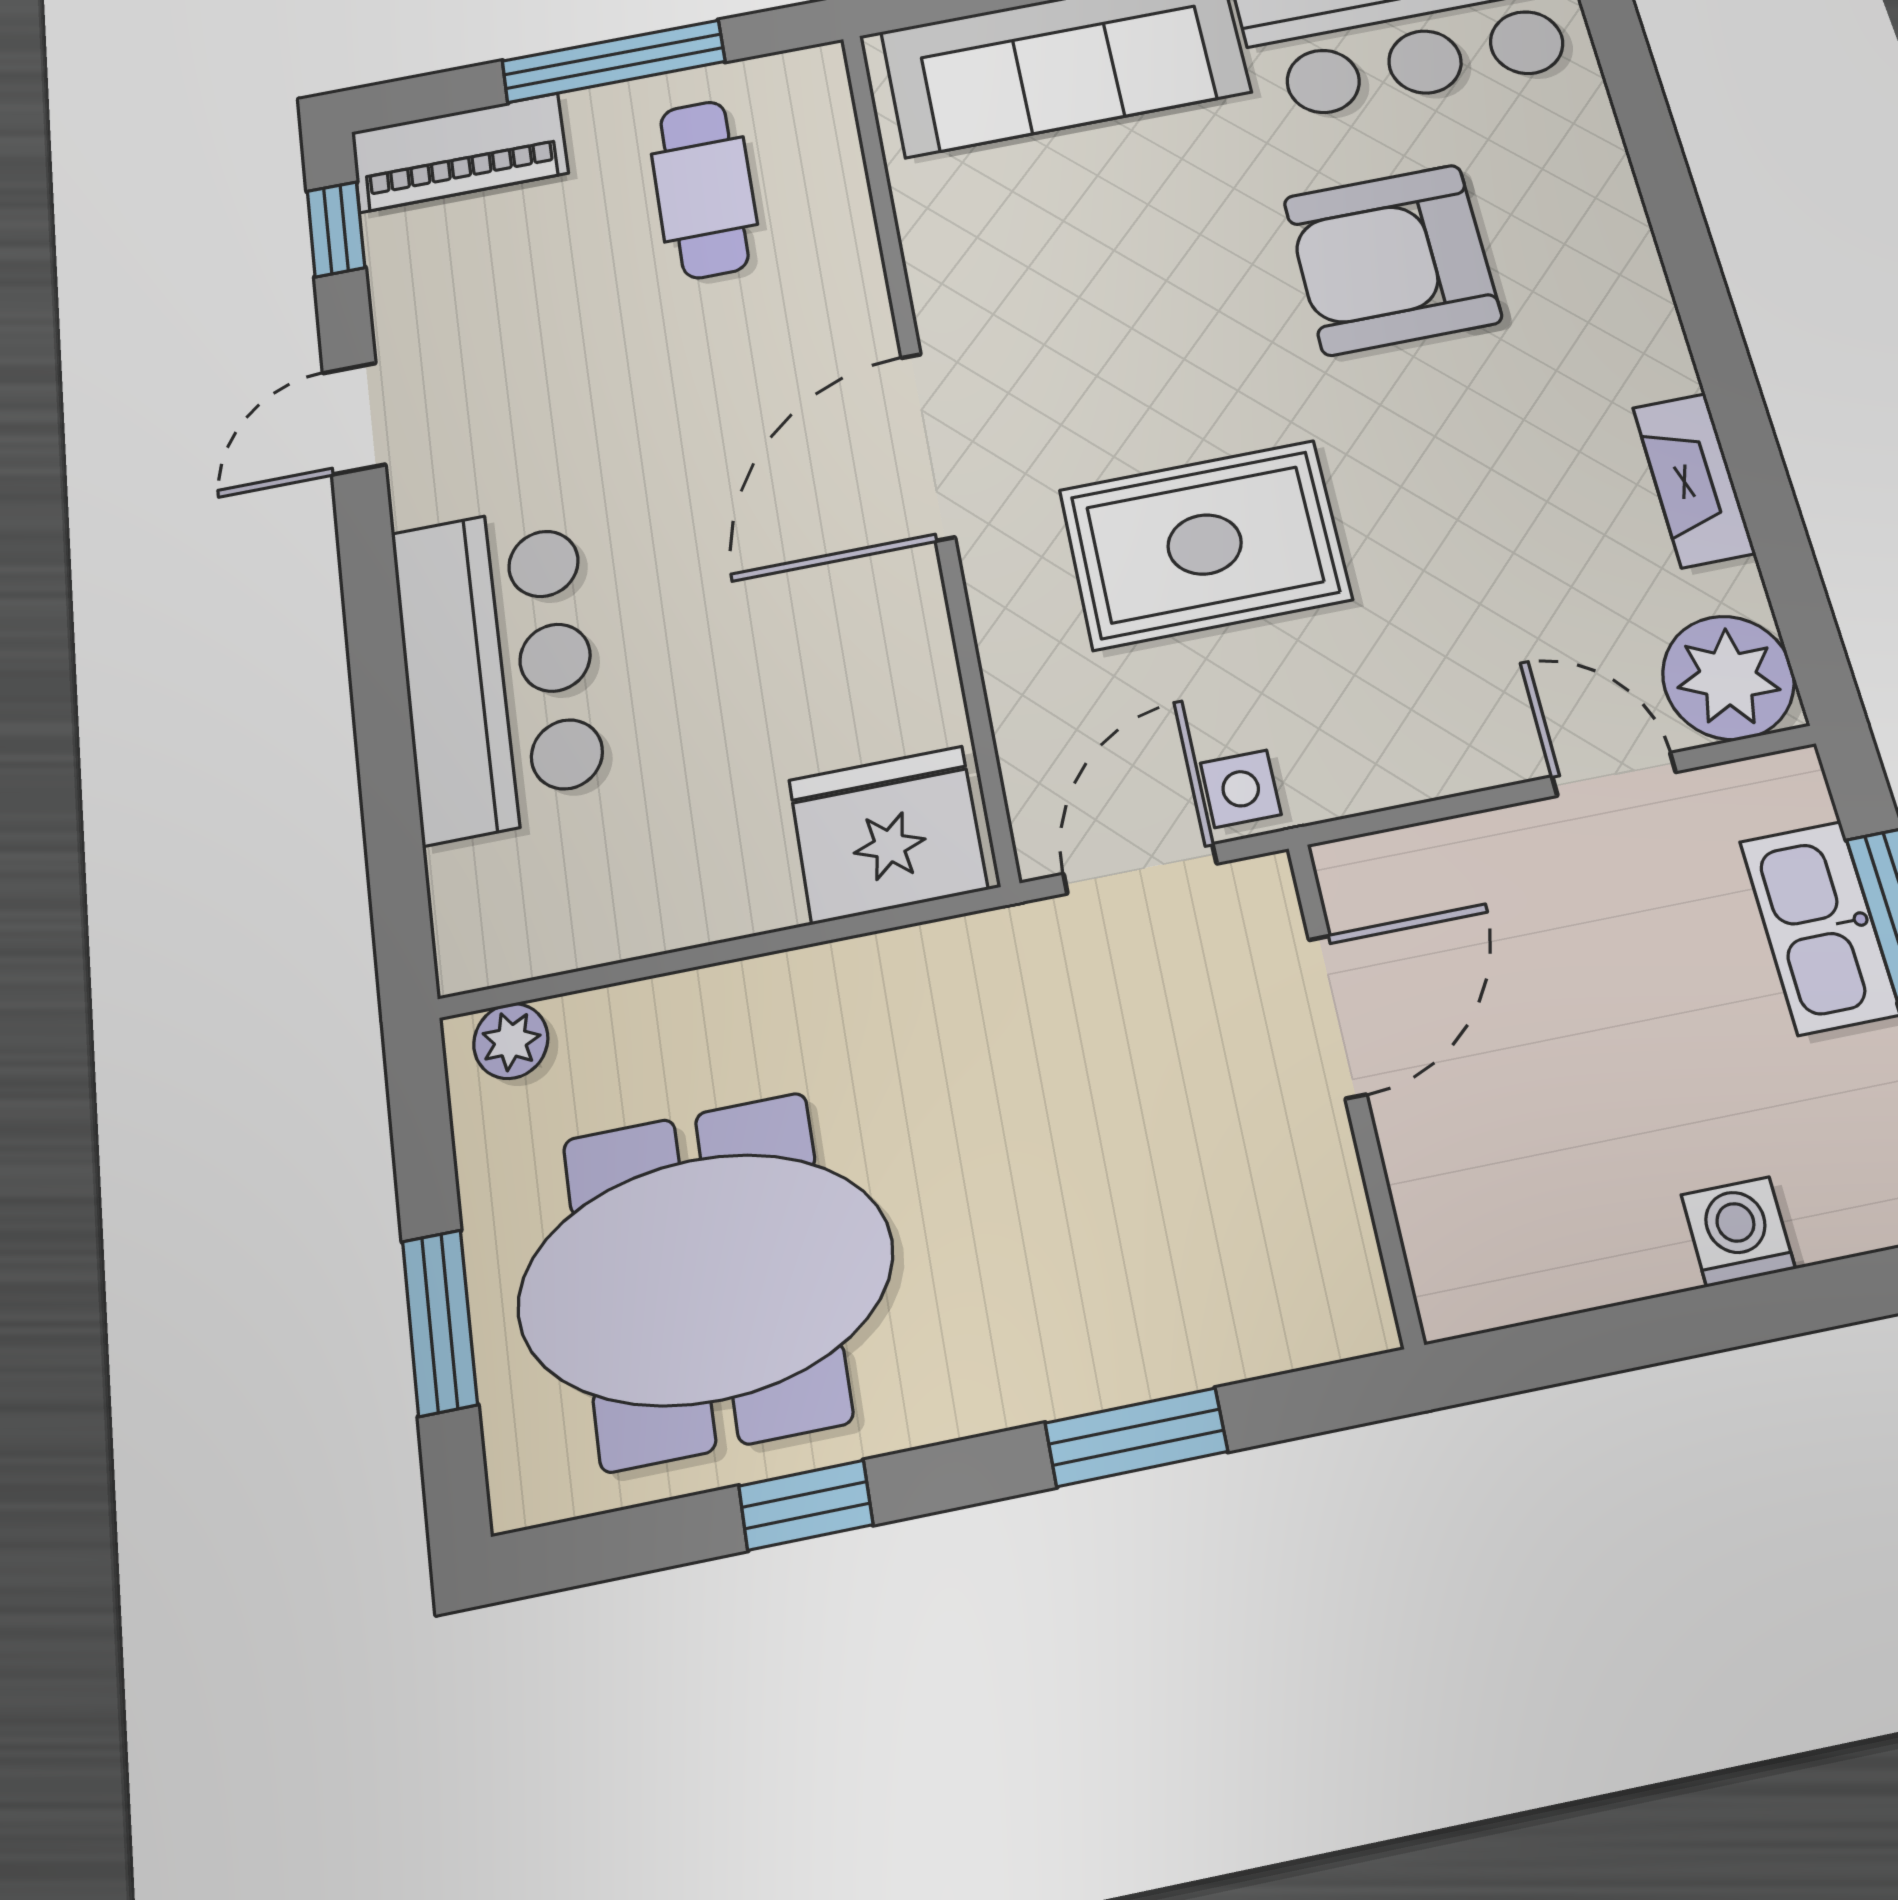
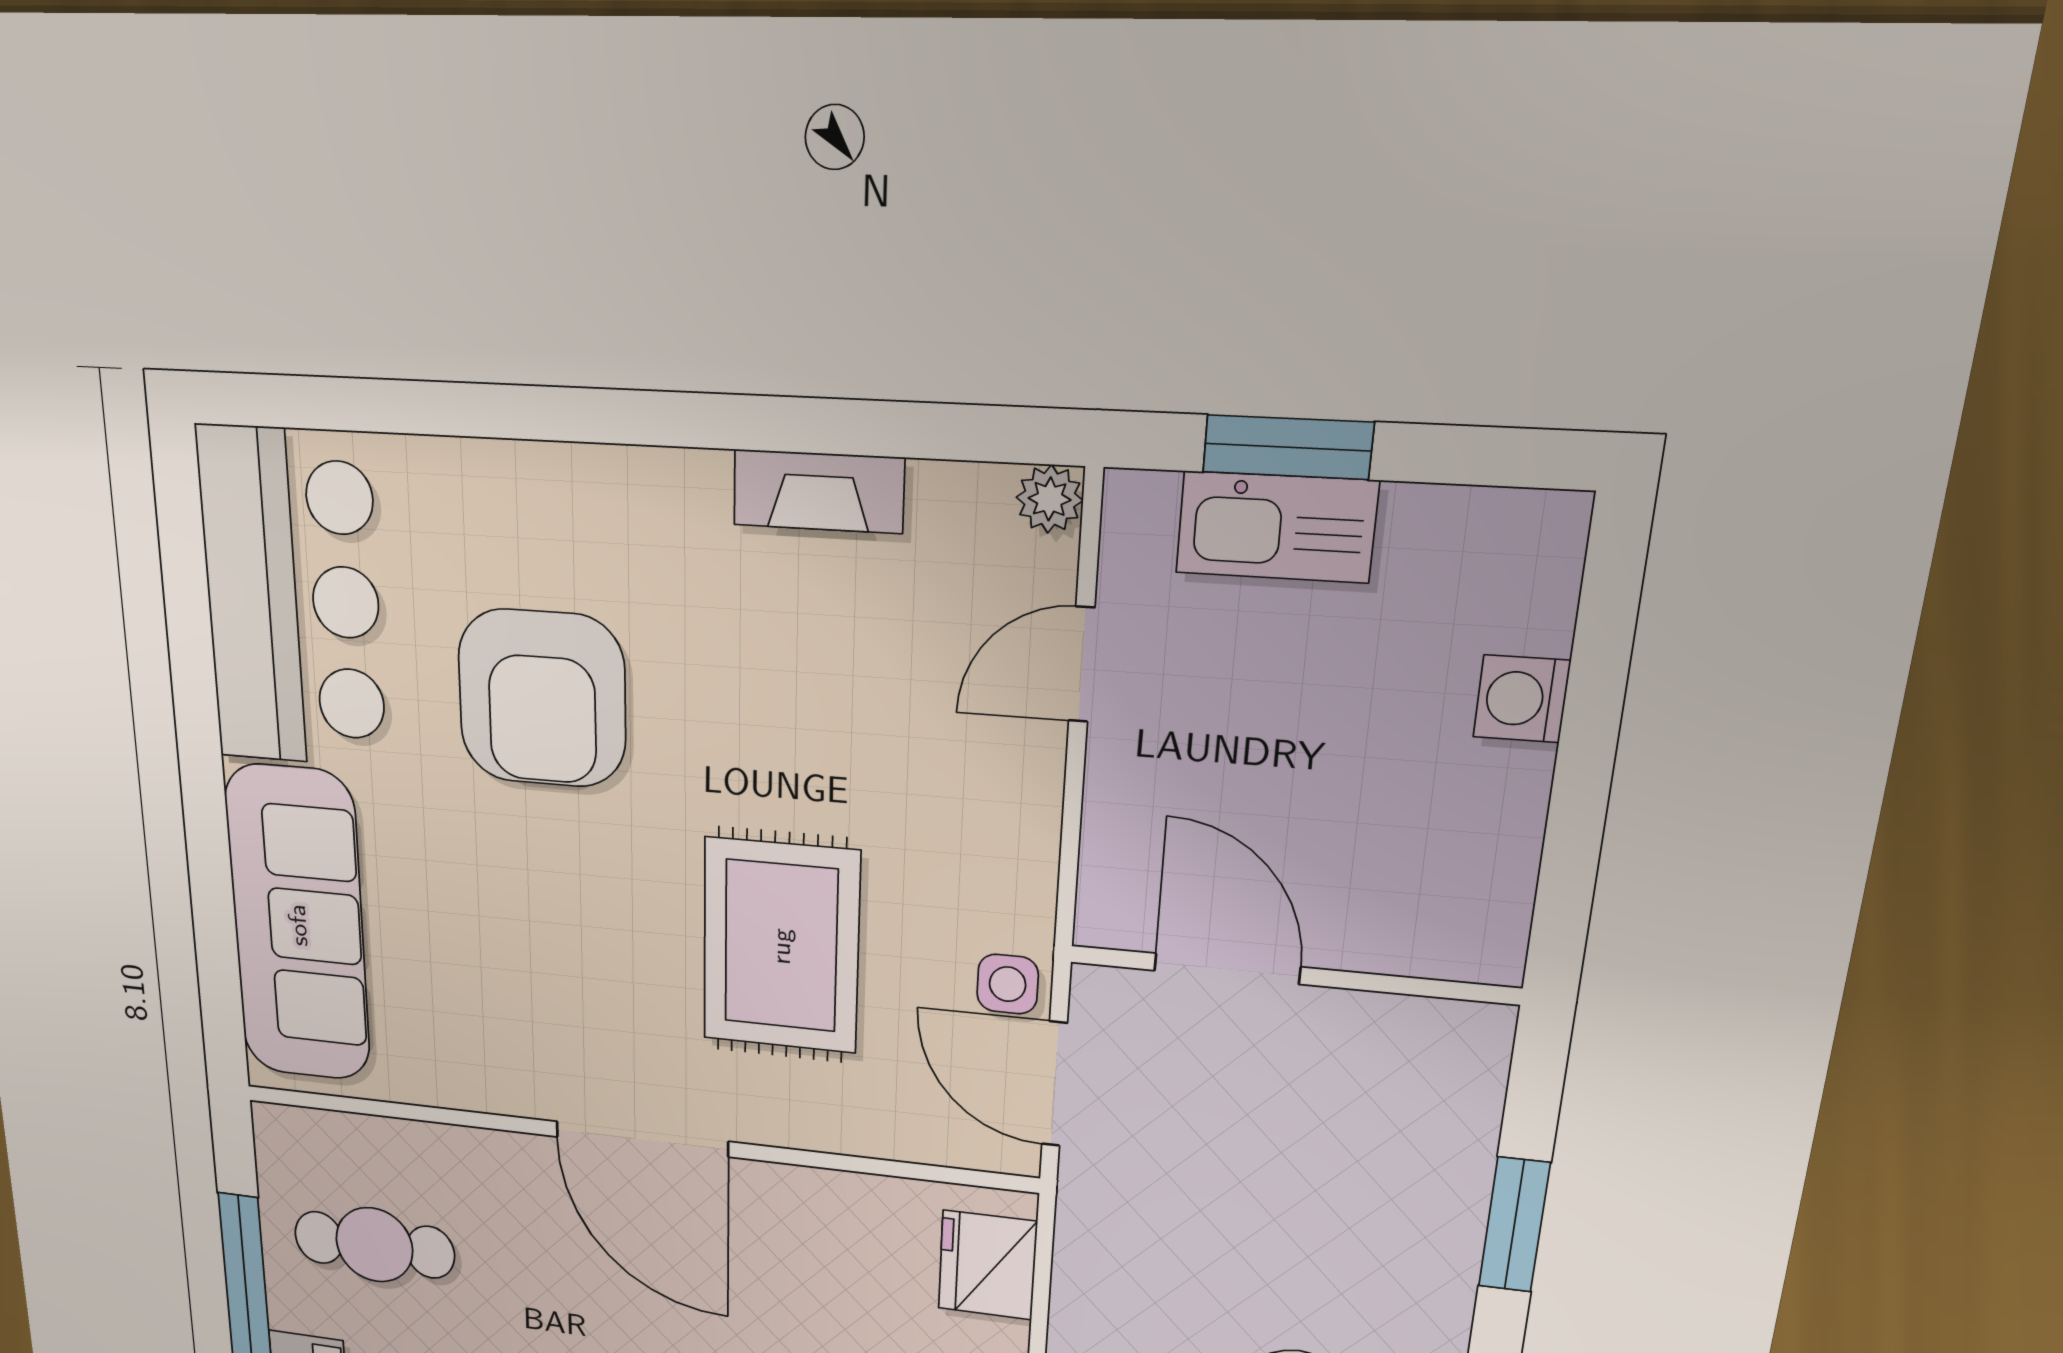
plant: (1728, 678) -> (1050, 499), width x0.53, depth x0.53
fridge: (888, 835) -> (987, 1265), width x0.73, depth x0.75

